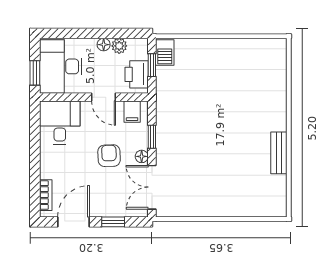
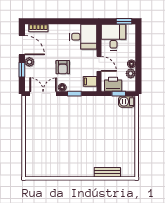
desk: (61, 66) -> (113, 37), width x0.73
window: (35, 73) -> (124, 21), moved
door: (104, 97) -> (99, 64), swing flipped
bench: (279, 153) -> (107, 172), moved
armchair: (109, 156) -> (63, 67), turned 92
plant: (101, 209) -> (29, 62), added

